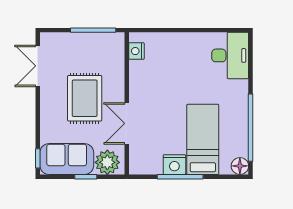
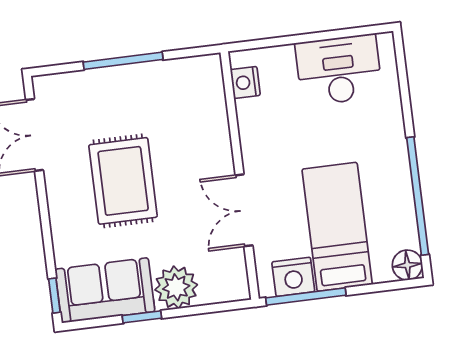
nightstand: (136, 51) -> (245, 82), moved
desk: (230, 55) -> (339, 70), moved, turned -90
wall: (127, 103) -> (240, 176), moved
double door: (127, 123) -> (244, 210), moved

